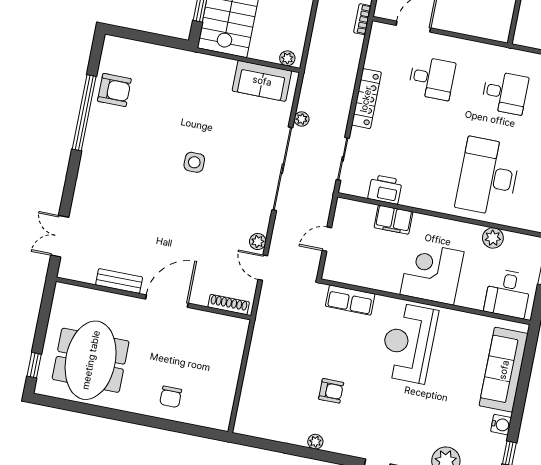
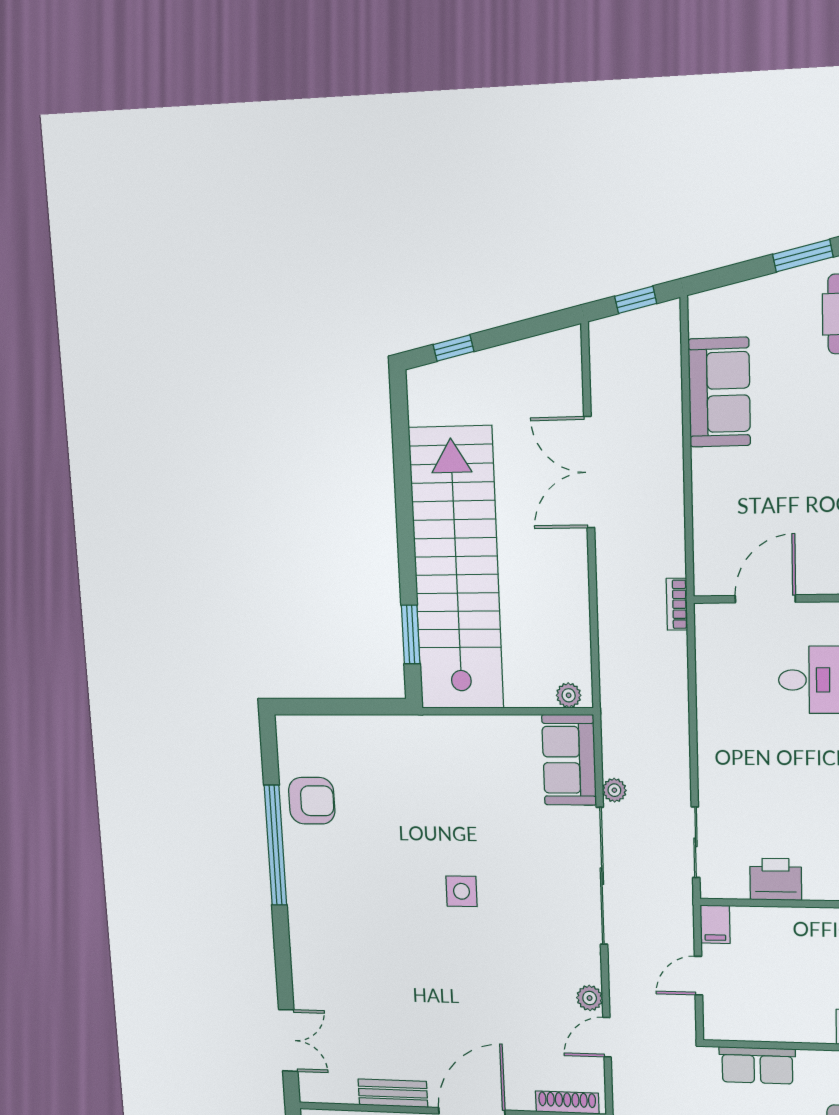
sofa: (262, 81) -> (569, 760), moved, turned 90
locker: (366, 99) -> (713, 736), removed
filing cabinet: (393, 220) -> (715, 924), moved, width x0.50
double door: (60, 236) -> (288, 1040), swing flipped
door: (263, 268) -> (607, 1037), hinge flipped

